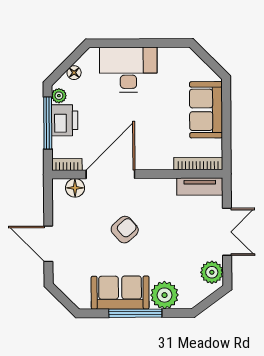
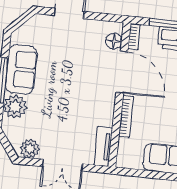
bookcase: (198, 164) -> (126, 116), moved
armchair: (125, 230) -> (74, 79), removed

